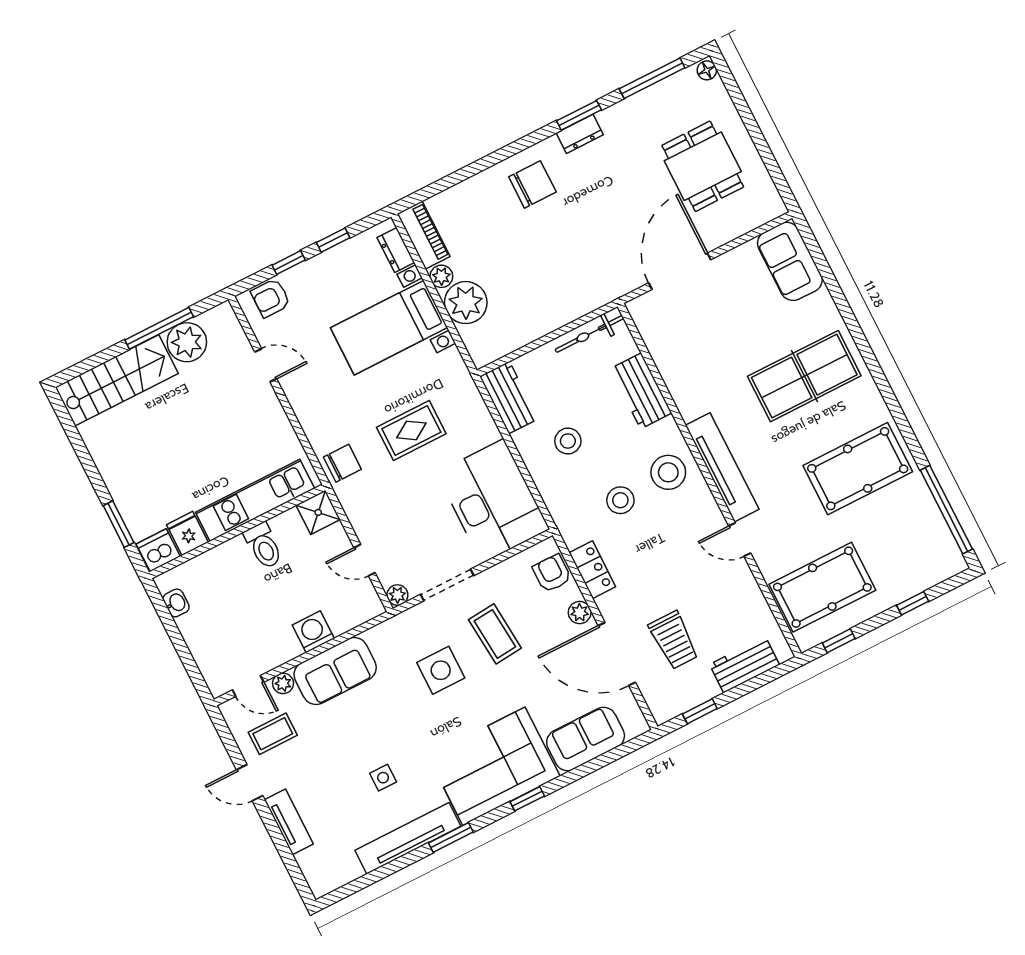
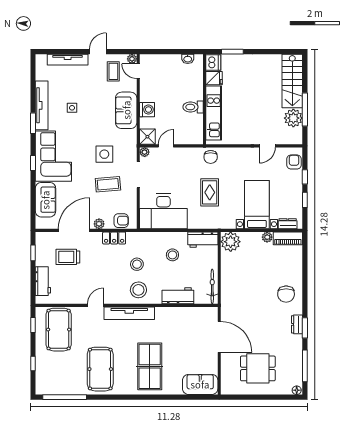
plant: (466, 303) -> (231, 242), moved
shower: (318, 512) -> (147, 137), moved
plant: (283, 683) -> (132, 59), moved
door: (248, 686) -> (138, 71), hinge flipped
tv unit: (289, 822) -> (68, 60), width x1.41

